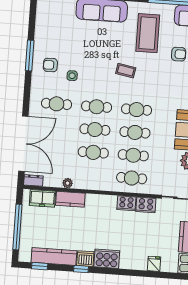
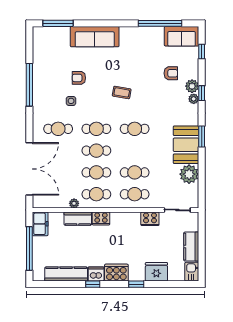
coffee table: (148, 33) -> (140, 55), removed
window: (30, 56) -> (29, 85), width x1.46
armchair: (50, 65) -> (79, 78), moved
cafe table: (135, 132) -> (96, 194), moved
dresser: (33, 180) -> (41, 203), removed
freezer: (42, 198) -> (40, 224), moved, turned -90
cooker: (126, 203) -> (101, 218), moved
fridge: (154, 264) -> (156, 272), width x1.88, depth x1.34
window: (40, 266) -> (136, 284), moved

